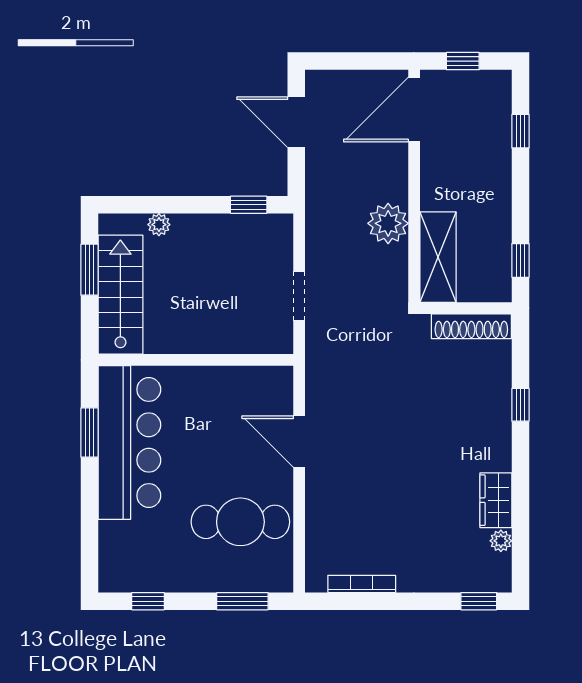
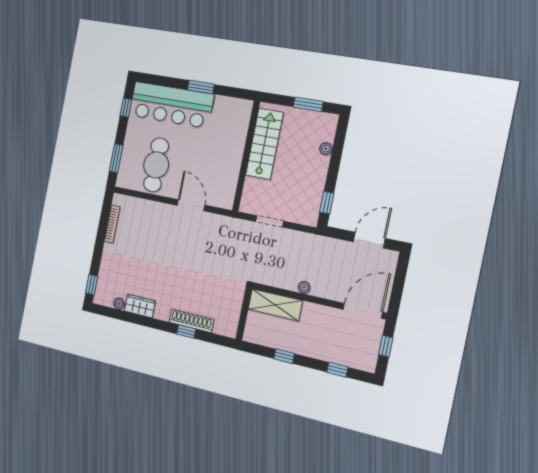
door: (414, 109) -> (363, 311), hinge flipped
plant: (388, 223) -> (304, 287), width x0.53, depth x0.53
window: (520, 260) -> (284, 356), moved
stairs: (120, 295) -> (264, 144), moved, turned -90
shoe rack: (471, 326) -> (191, 321), moved, turned 90
window: (89, 433) -> (201, 87), moved
door: (299, 442) -> (191, 205), hinge flipped
bar counter: (129, 443) -> (171, 105), moved

